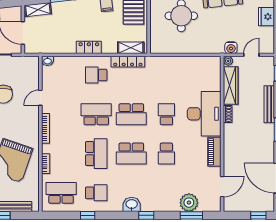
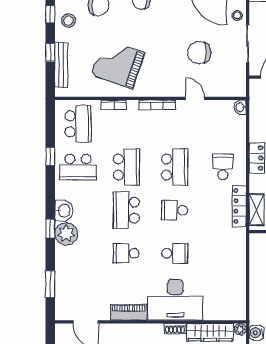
school desk: (131, 114) -> (175, 210), width x0.54
school desk: (96, 154) -> (126, 167), turned -90
school desk: (96, 193) -> (78, 167), width x1.85
plant: (189, 203) -> (66, 234), moved

